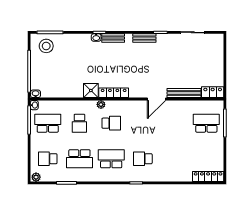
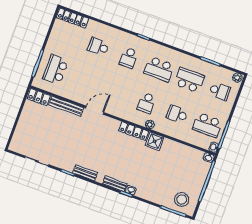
school desk: (79, 123) -> (177, 114), turned -90
school desk: (111, 123) -> (147, 103), turned -90
school desk: (206, 123) -> (56, 70), turned 90
school desk: (143, 159) -> (129, 58), turned 90
school desk: (175, 159) -> (98, 47), added

